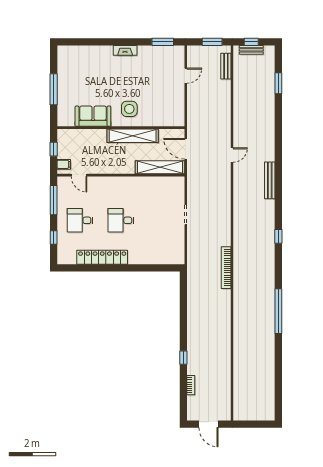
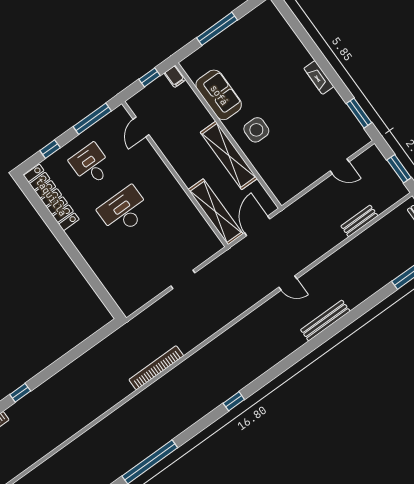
bench: (226, 66) -> (359, 221), moved
filing cabinet: (64, 164) -> (175, 76), moved
bench: (270, 180) -> (325, 321), moved
desk: (121, 220) -> (124, 211), width x1.37
locker: (102, 257) -> (51, 197), moved

